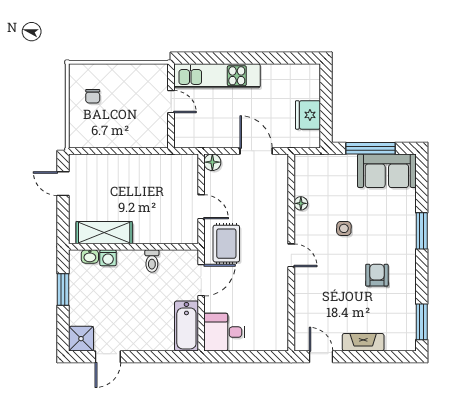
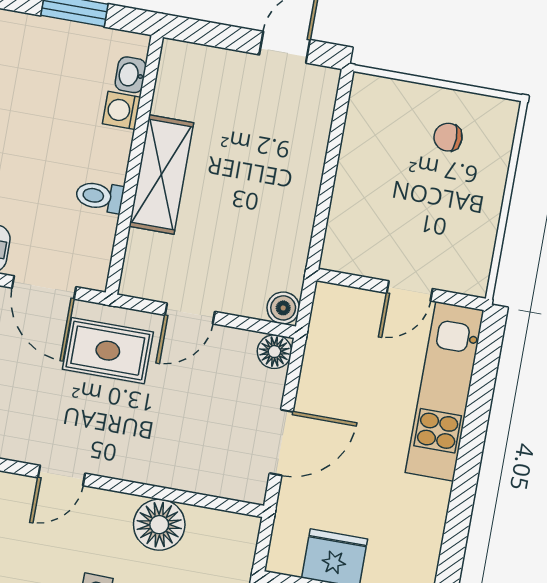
boiler: (190, 162) -> (283, 308), added
floor lamp: (301, 203) -> (159, 525), width x1.89, depth x1.89
shelving: (104, 233) -> (161, 175), moved

